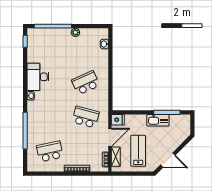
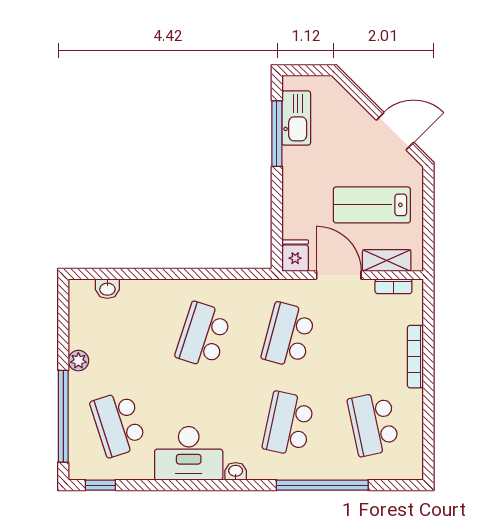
school desk: (50, 48) -> (118, 424), added
school desk: (86, 83) -> (203, 335), turned 42
school desk: (50, 117) -> (288, 424), added
kitchen sink: (158, 120) -> (296, 118), moved
door: (168, 160) -> (395, 131), hinge flipped

